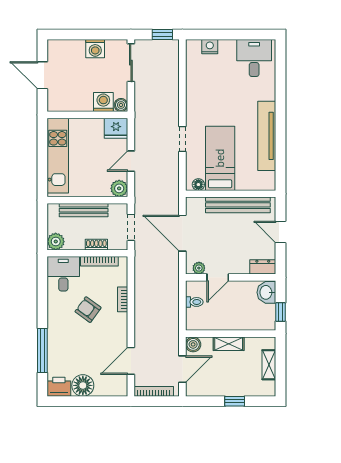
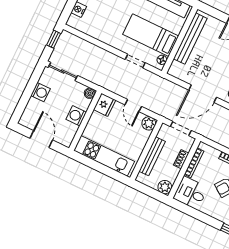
door: (42, 75) -> (41, 139), swing flipped
washing machine: (103, 102) -> (76, 116), moved
bed: (220, 158) -> (151, 35), moved
floor lamp: (198, 185) -> (162, 60), moved
wall: (231, 194) -> (180, 40), moved
bench: (238, 205) -> (190, 39), moved

